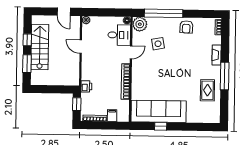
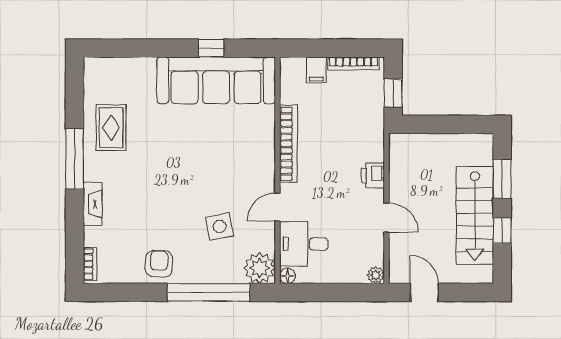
printer: (86, 86) -> (373, 175), moved

